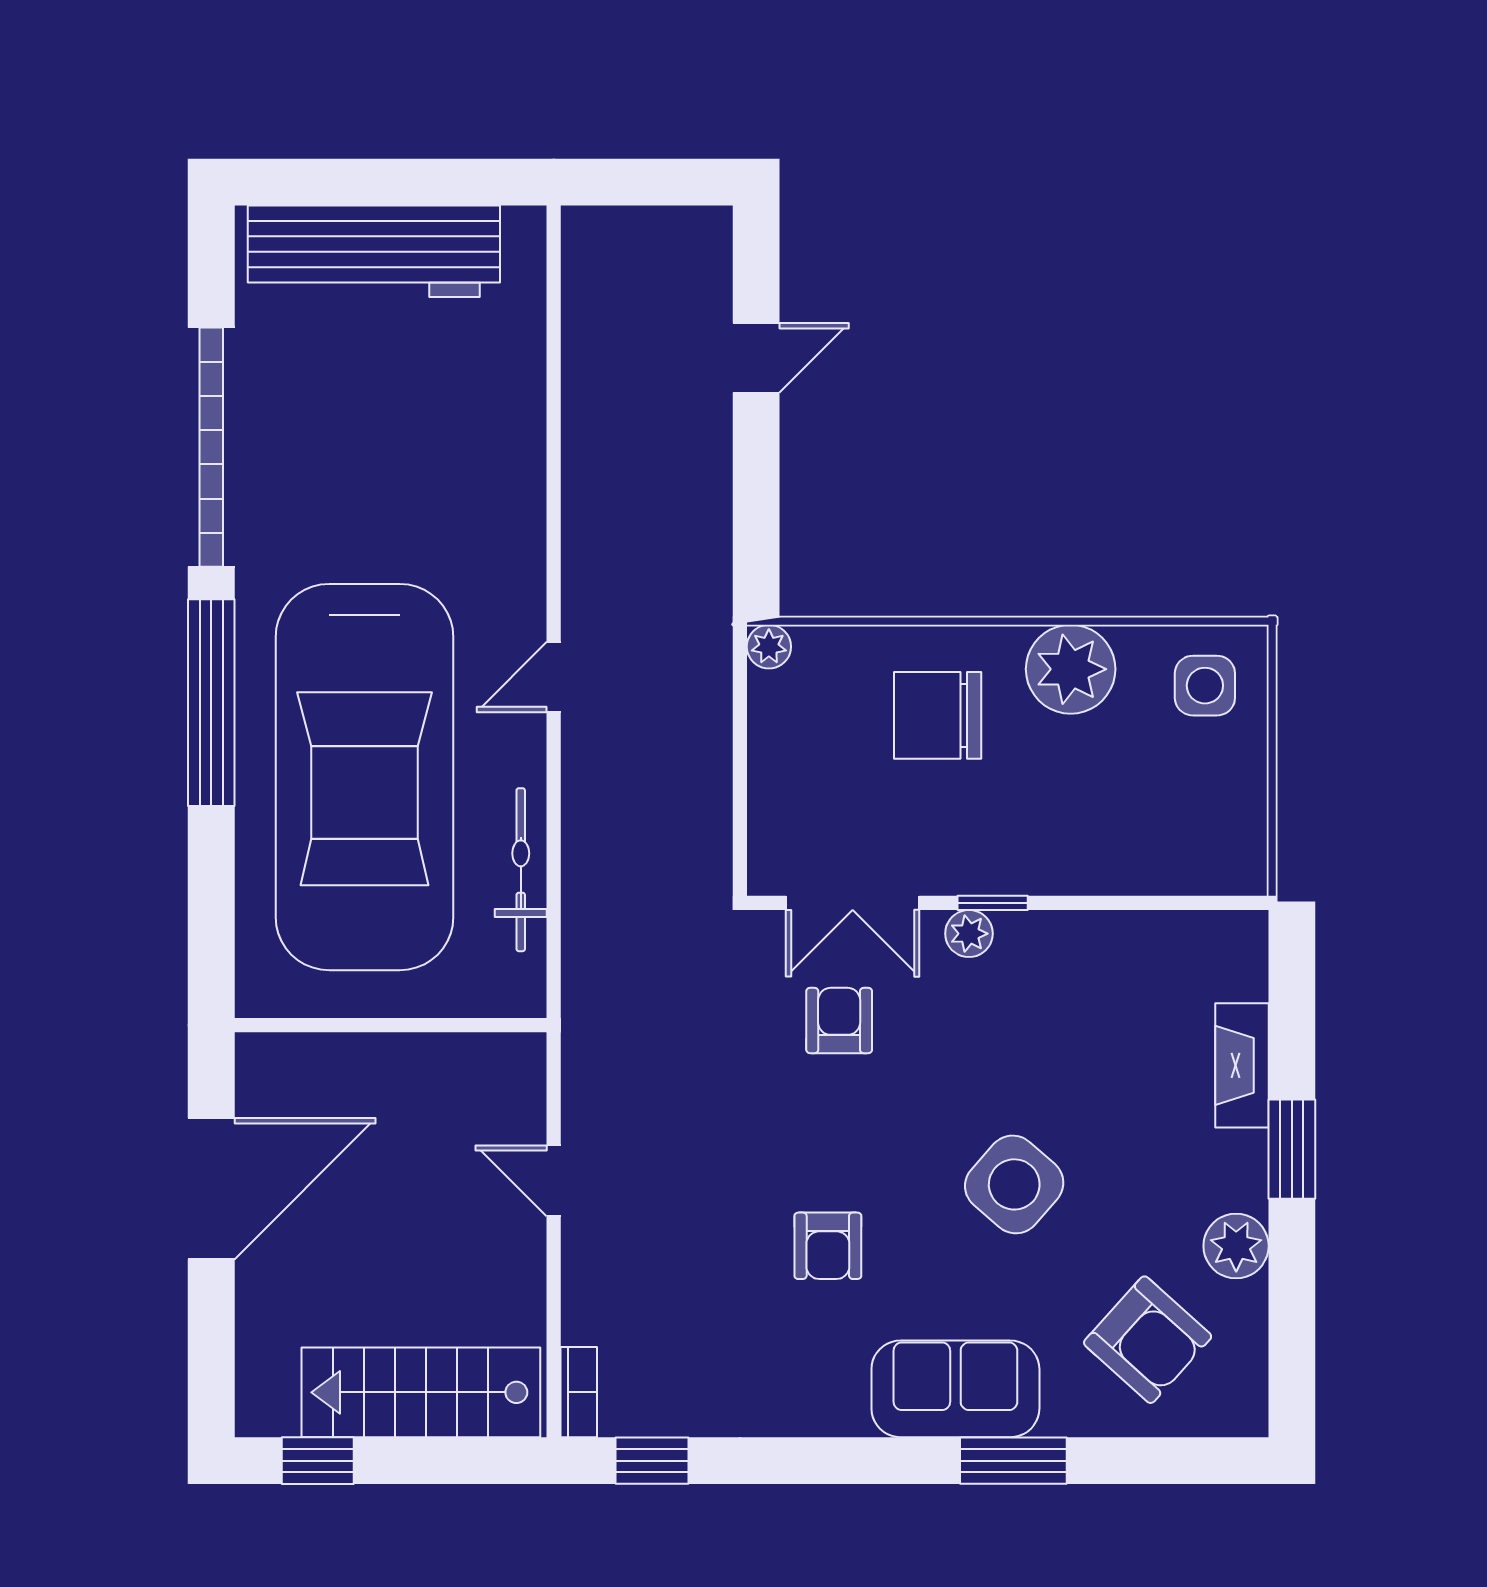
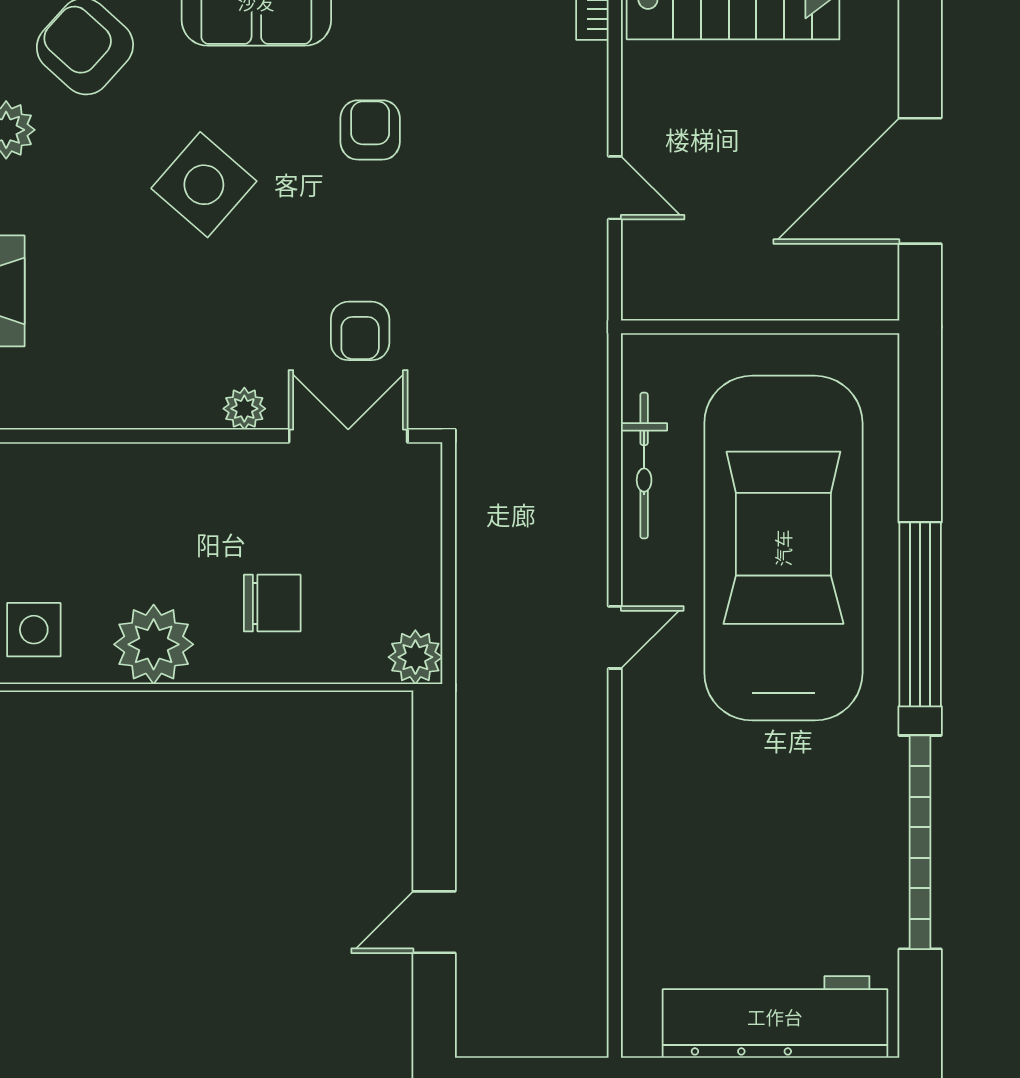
plant: (769, 647) -> (415, 657), width x1.38, depth x1.38
chair: (938, 715) -> (272, 603), width x0.73, depth x0.73
window: (993, 903) -> (223, 436), removed

